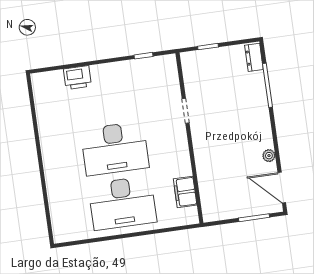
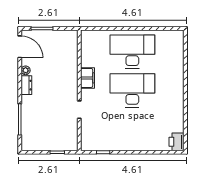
dresser: (254, 57) -> (26, 85), moved
printer: (77, 78) -> (177, 142), moved, turned -90
filing cabinet: (185, 192) -> (88, 78), moved

